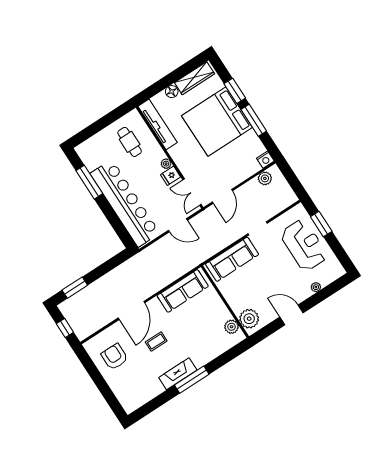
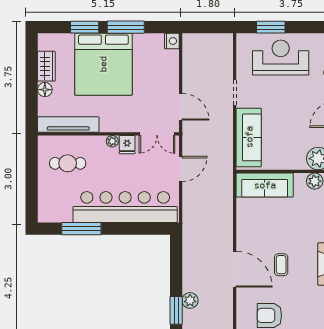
wardrobe: (194, 78) -> (46, 66), width x0.67
plant: (265, 178) -> (190, 300), moved
sofa: (183, 291) -> (265, 185), moved, turned 90

